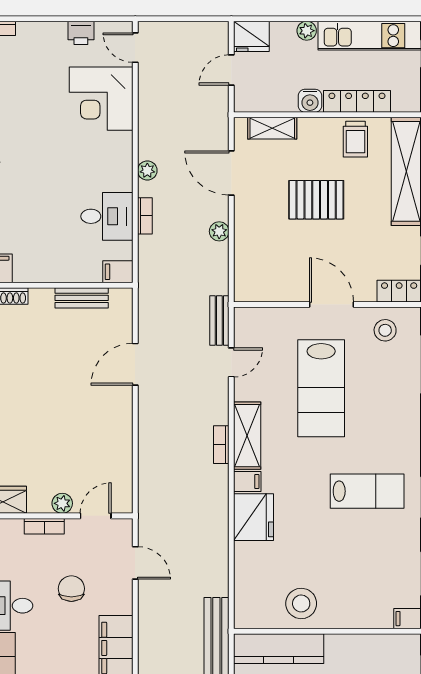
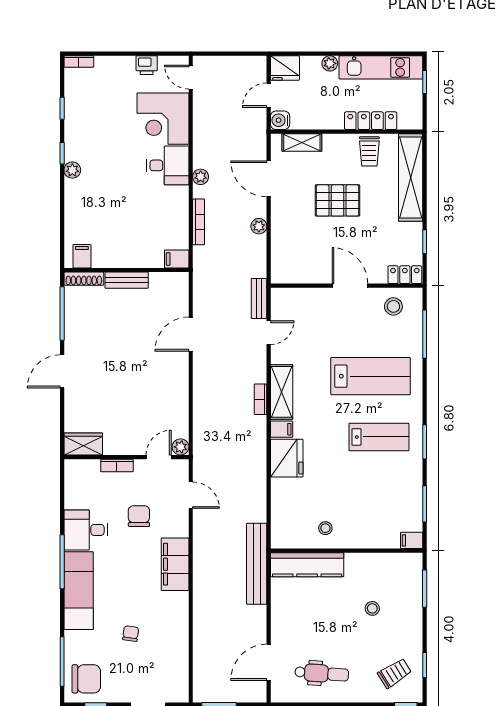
water cooler: (310, 101) -> (280, 120), moved, turned 90
desk: (107, 216) -> (168, 165), moved
bookcase: (145, 216) -> (199, 222), width x1.56
bench: (82, 298) -> (127, 280), moved
lab bench: (321, 388) -> (370, 376), moved, turned -90
plant: (62, 503) -> (181, 447), moved
stool: (301, 603) -> (325, 528), width x0.53, depth x0.53

